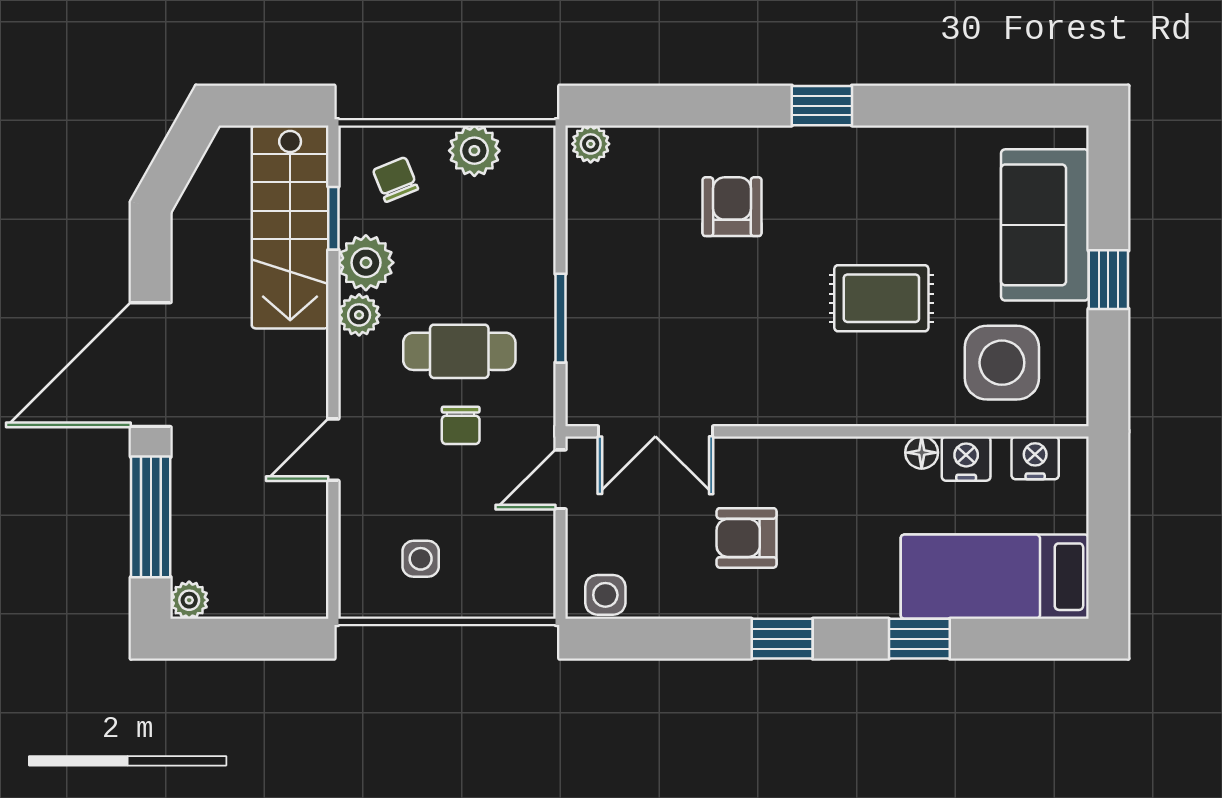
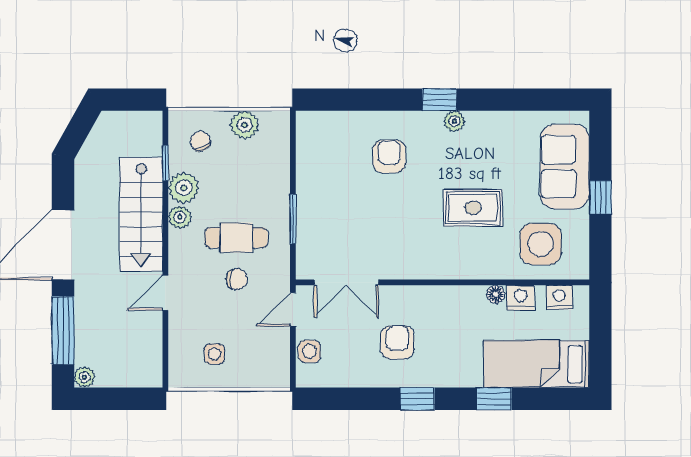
plant: (591, 144) -> (454, 121), moved
stairs: (290, 227) -> (141, 214), moved
chair: (461, 425) -> (237, 279), turned -90
armchair: (747, 538) -> (397, 342), turned 90
side table: (605, 595) -> (310, 351), moved

